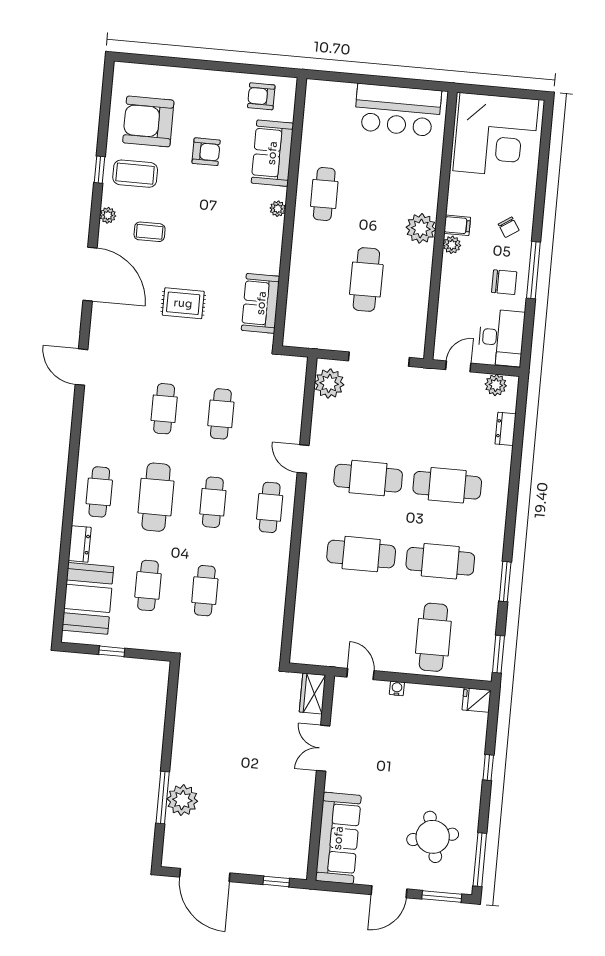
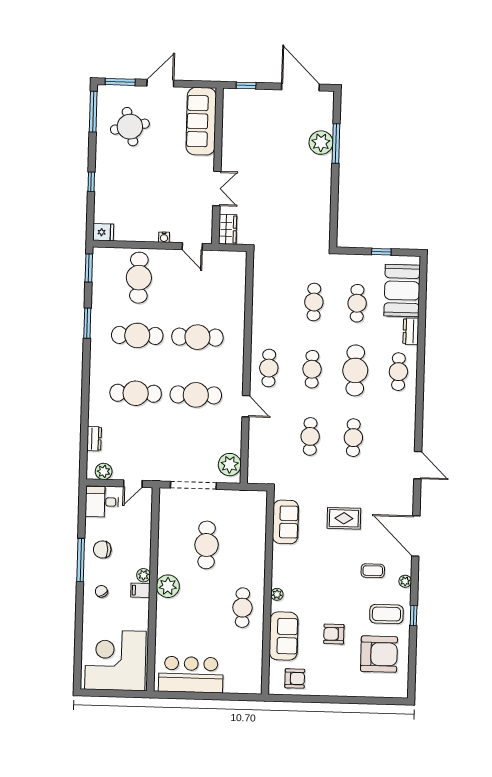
desk: (501, 338) -> (102, 502), width x0.73

